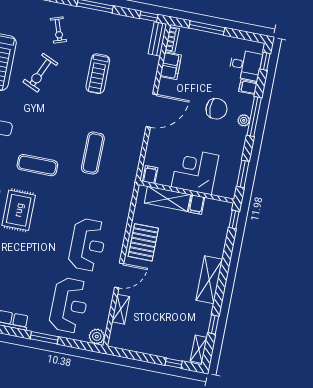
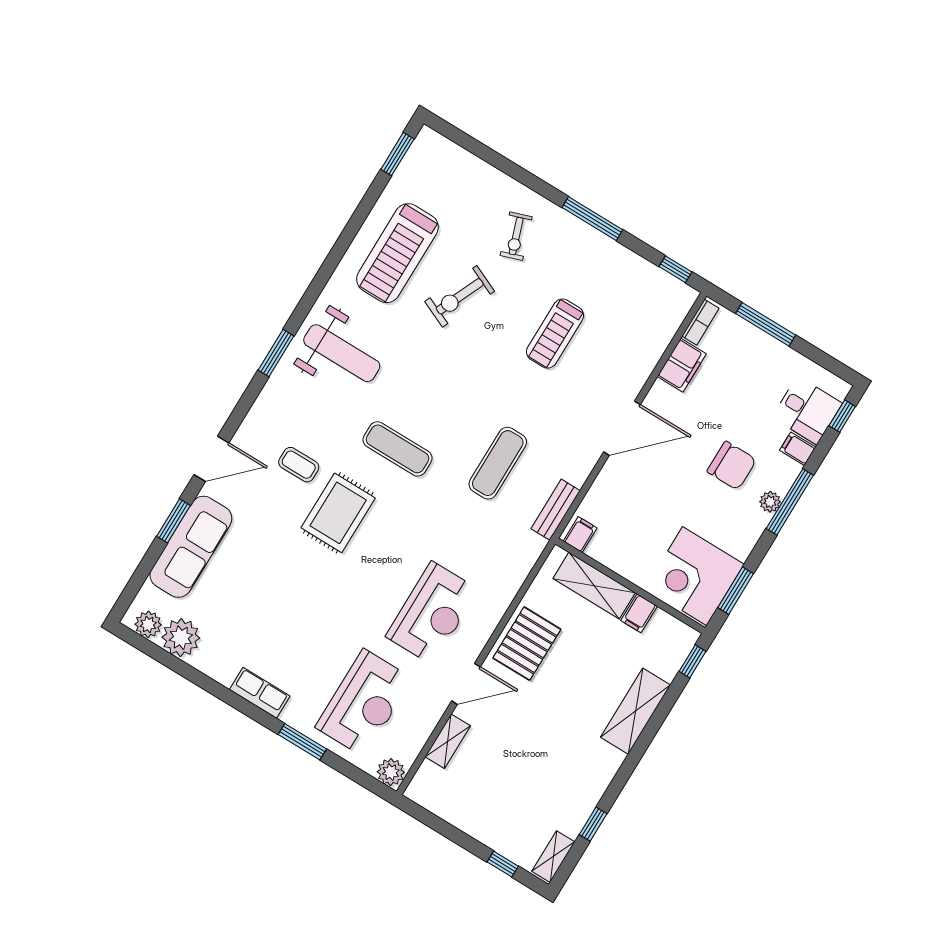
bench: (157, 39) -> (556, 510), moved
corner desk: (195, 171) -> (695, 576), moved, turned -90
shelving: (209, 280) -> (636, 711), moved

